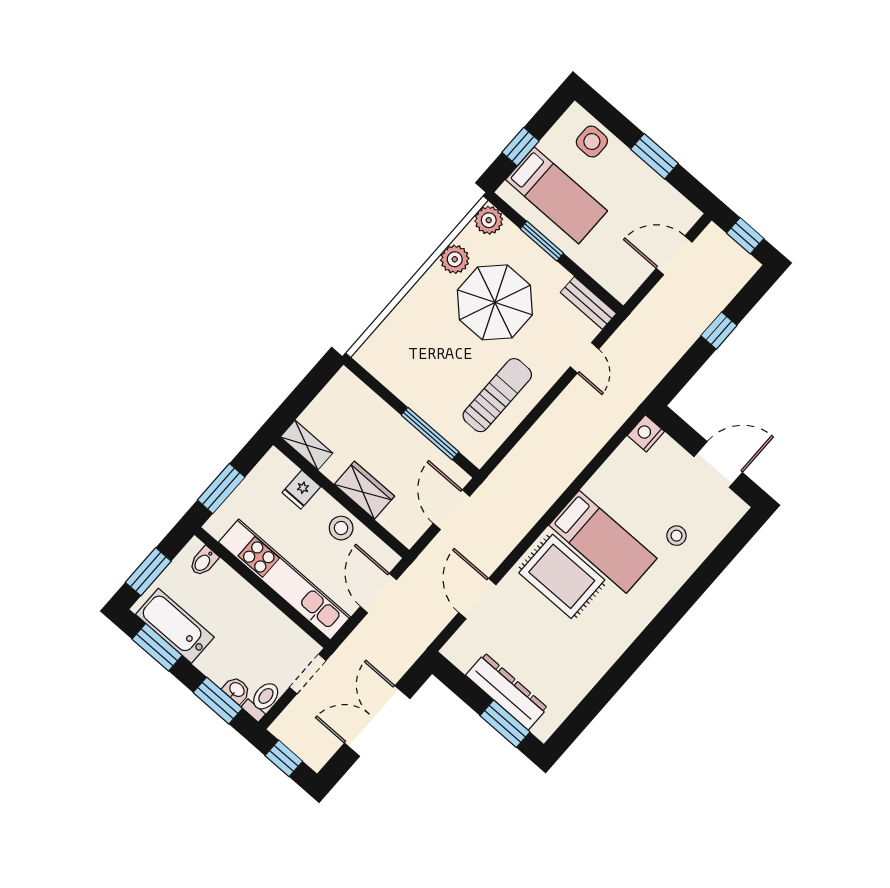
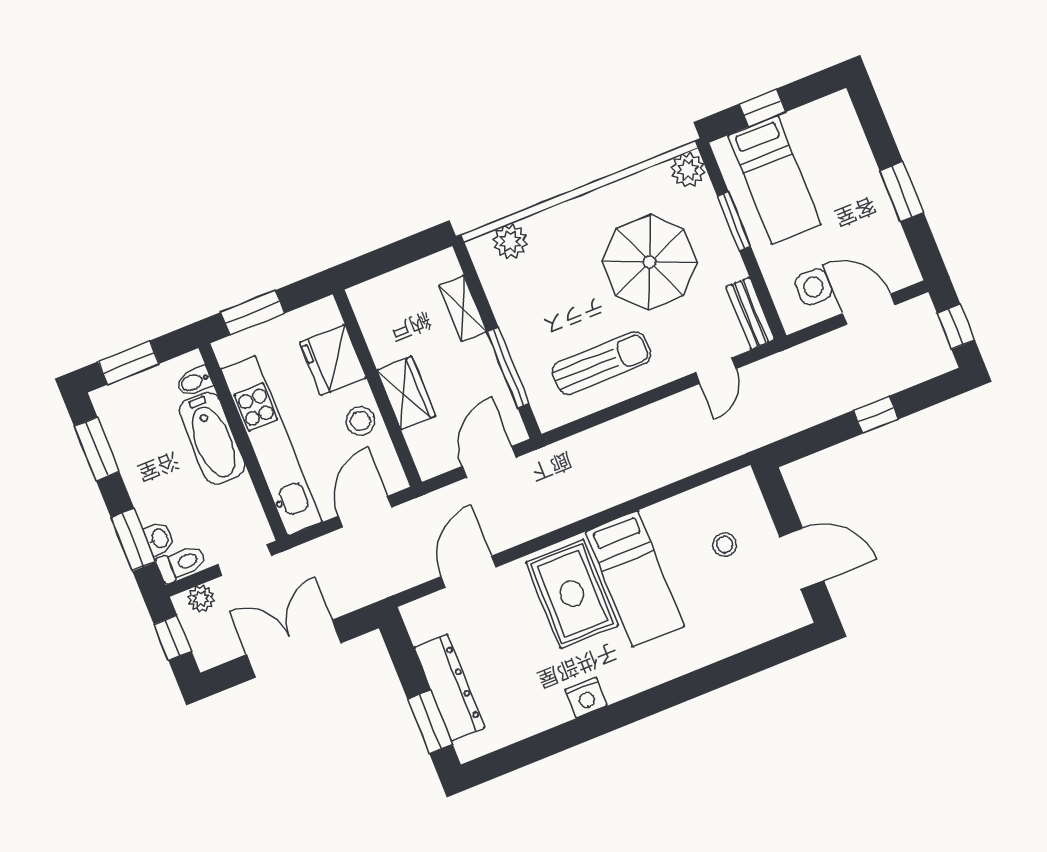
side table: (592, 142) -> (814, 287), moved
plant: (455, 259) -> (510, 242), moved
nightstand: (646, 433) -> (586, 698), moved, turned 180
shelving: (306, 445) -> (463, 308), moved
fridge: (301, 490) -> (333, 360), width x1.88, depth x1.34
stool: (676, 536) -> (725, 545), moved
bathtub: (175, 626) -> (212, 438), moved, turned 180
plant: (290, 719) -> (201, 599), added

